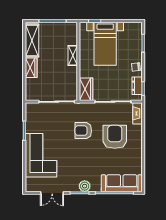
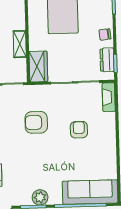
shelving: (73, 56) -> (20, 44), moved
armchair: (115, 137) -> (79, 130), width x0.53, depth x0.53

